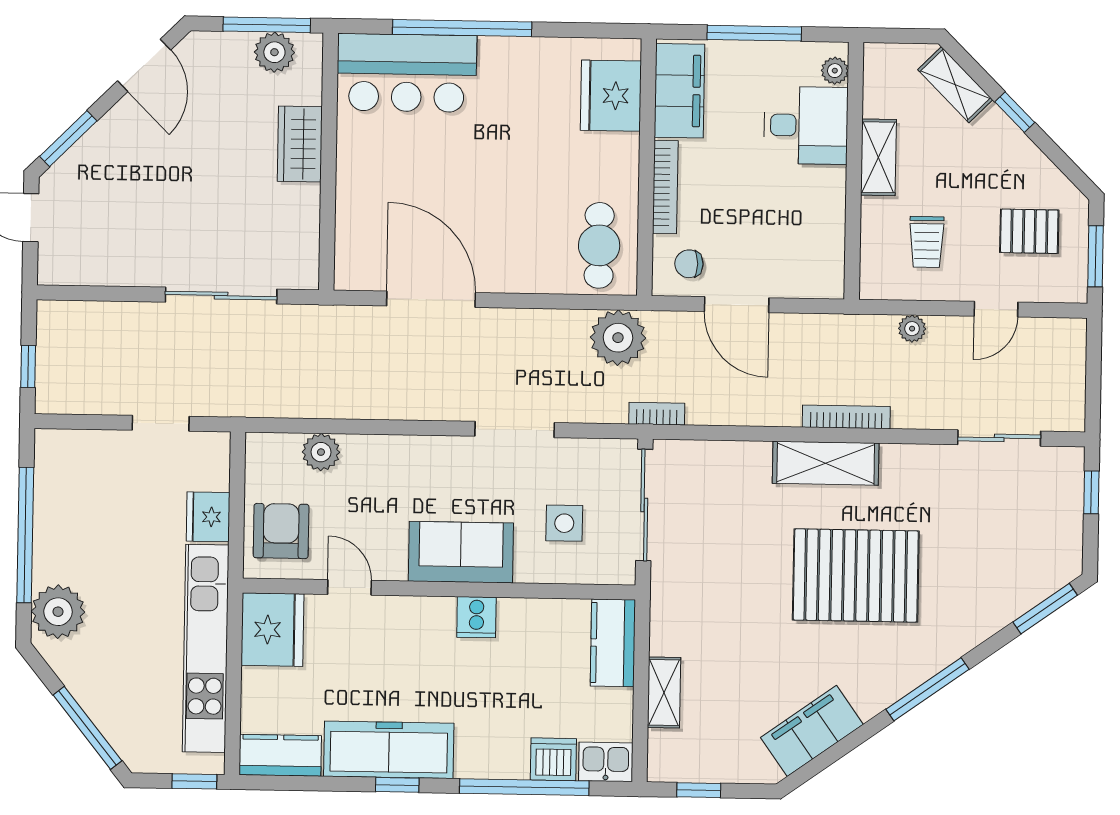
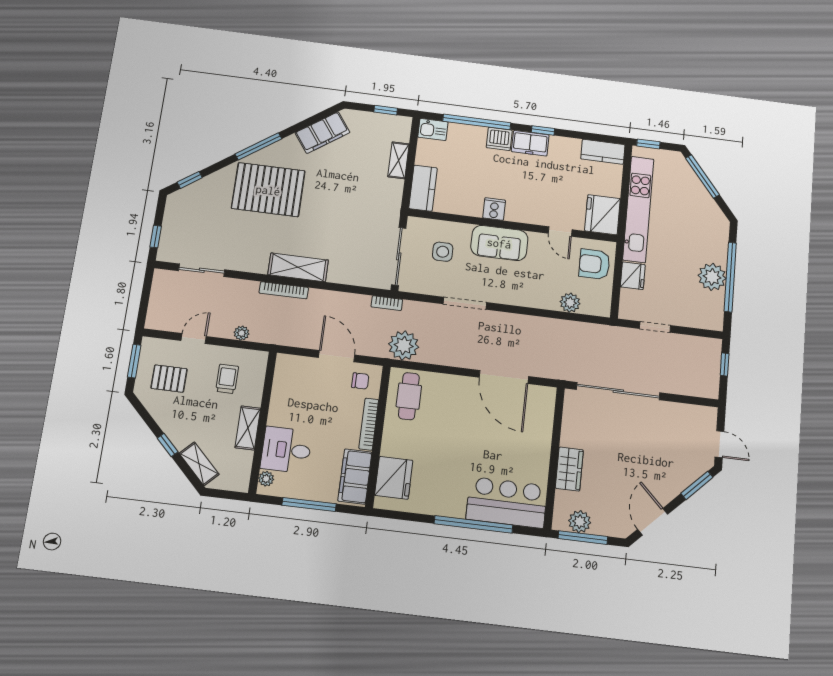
sliding door: (221, 296) -> (618, 391), width x1.36
armchair: (281, 531) -> (594, 264), turned 90
pallet: (856, 575) -> (268, 190), moved
window: (1045, 609) -> (190, 180), width x0.67
plant: (58, 612) -> (712, 277), moved
freezer: (389, 750) -> (530, 143), width x0.52, depth x0.79
dishwasher: (553, 759) -> (499, 139), moved

